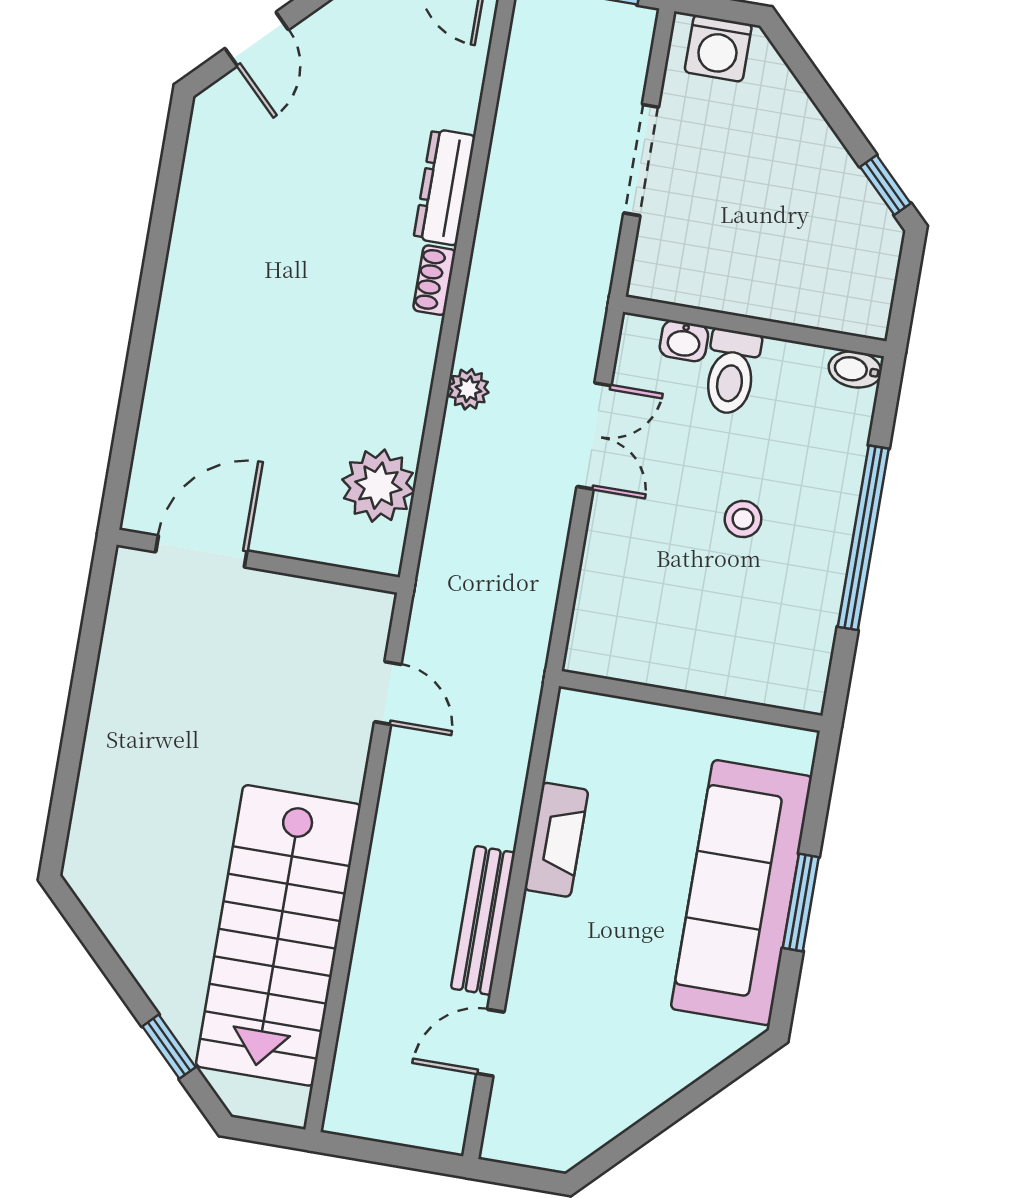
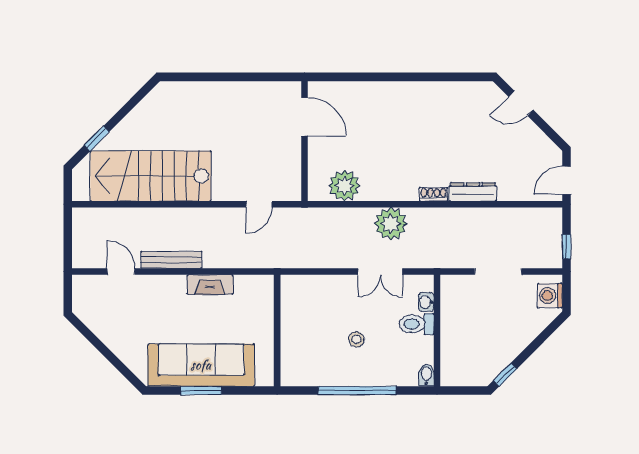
plant: (468, 389) -> (391, 224), width x1.88, depth x1.88

